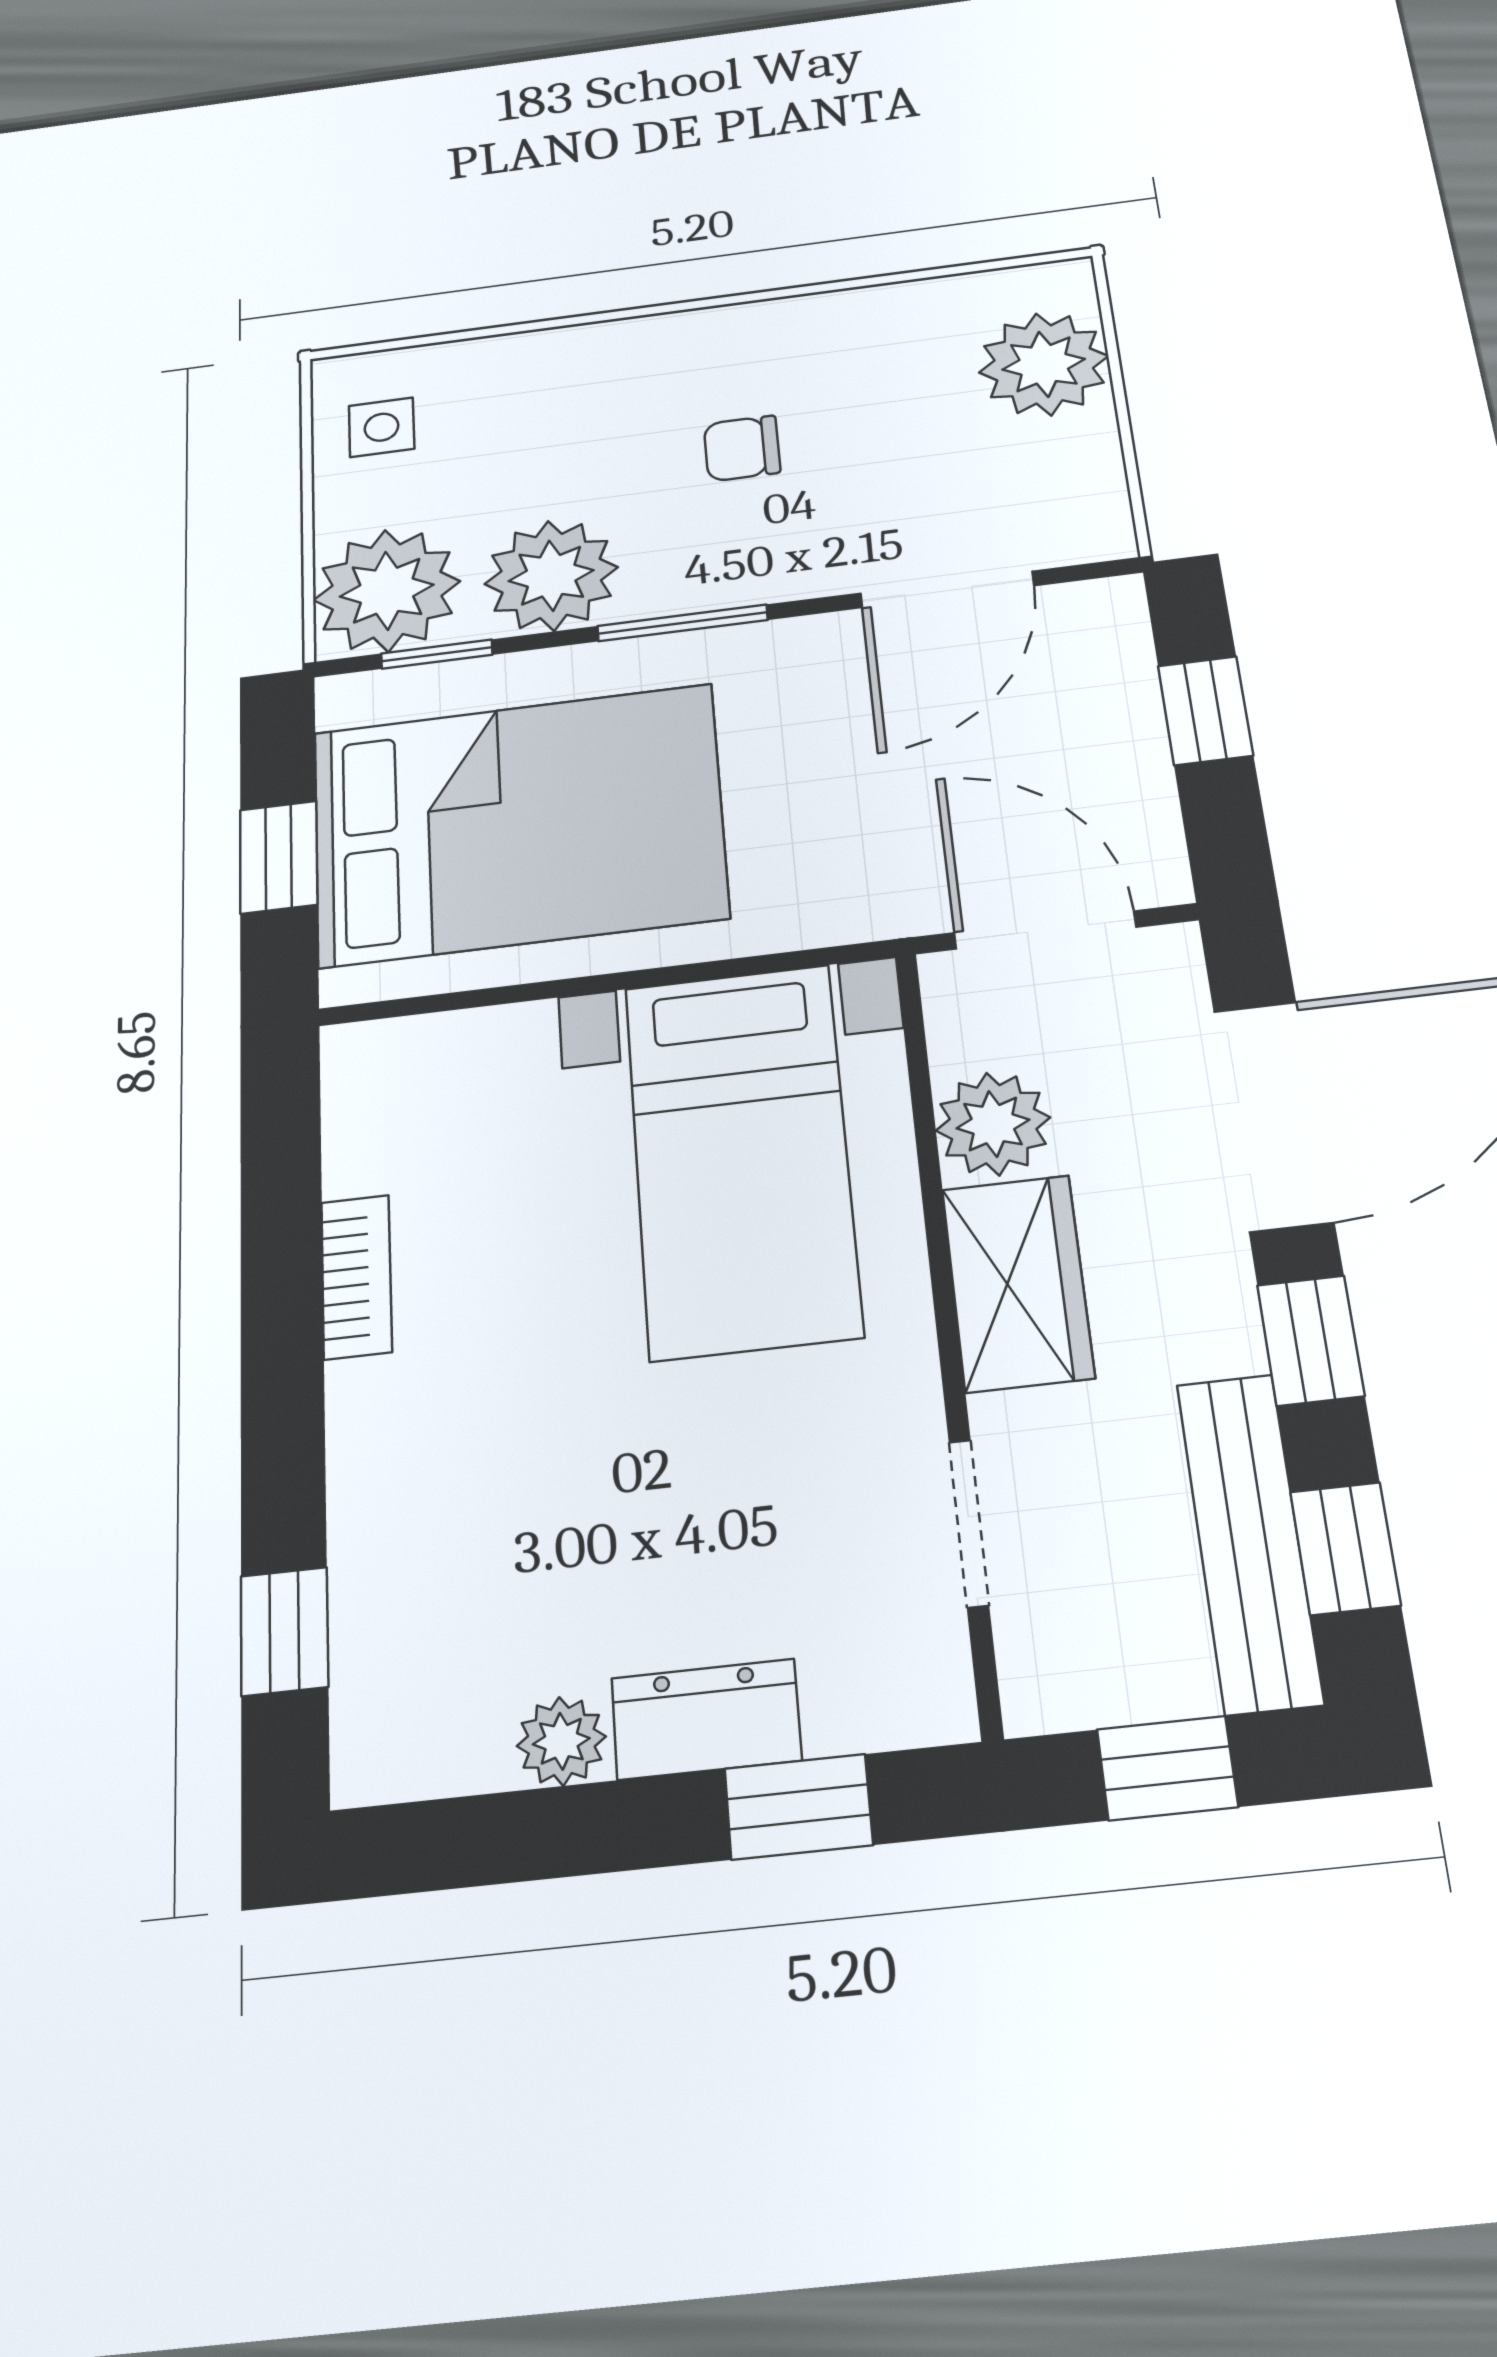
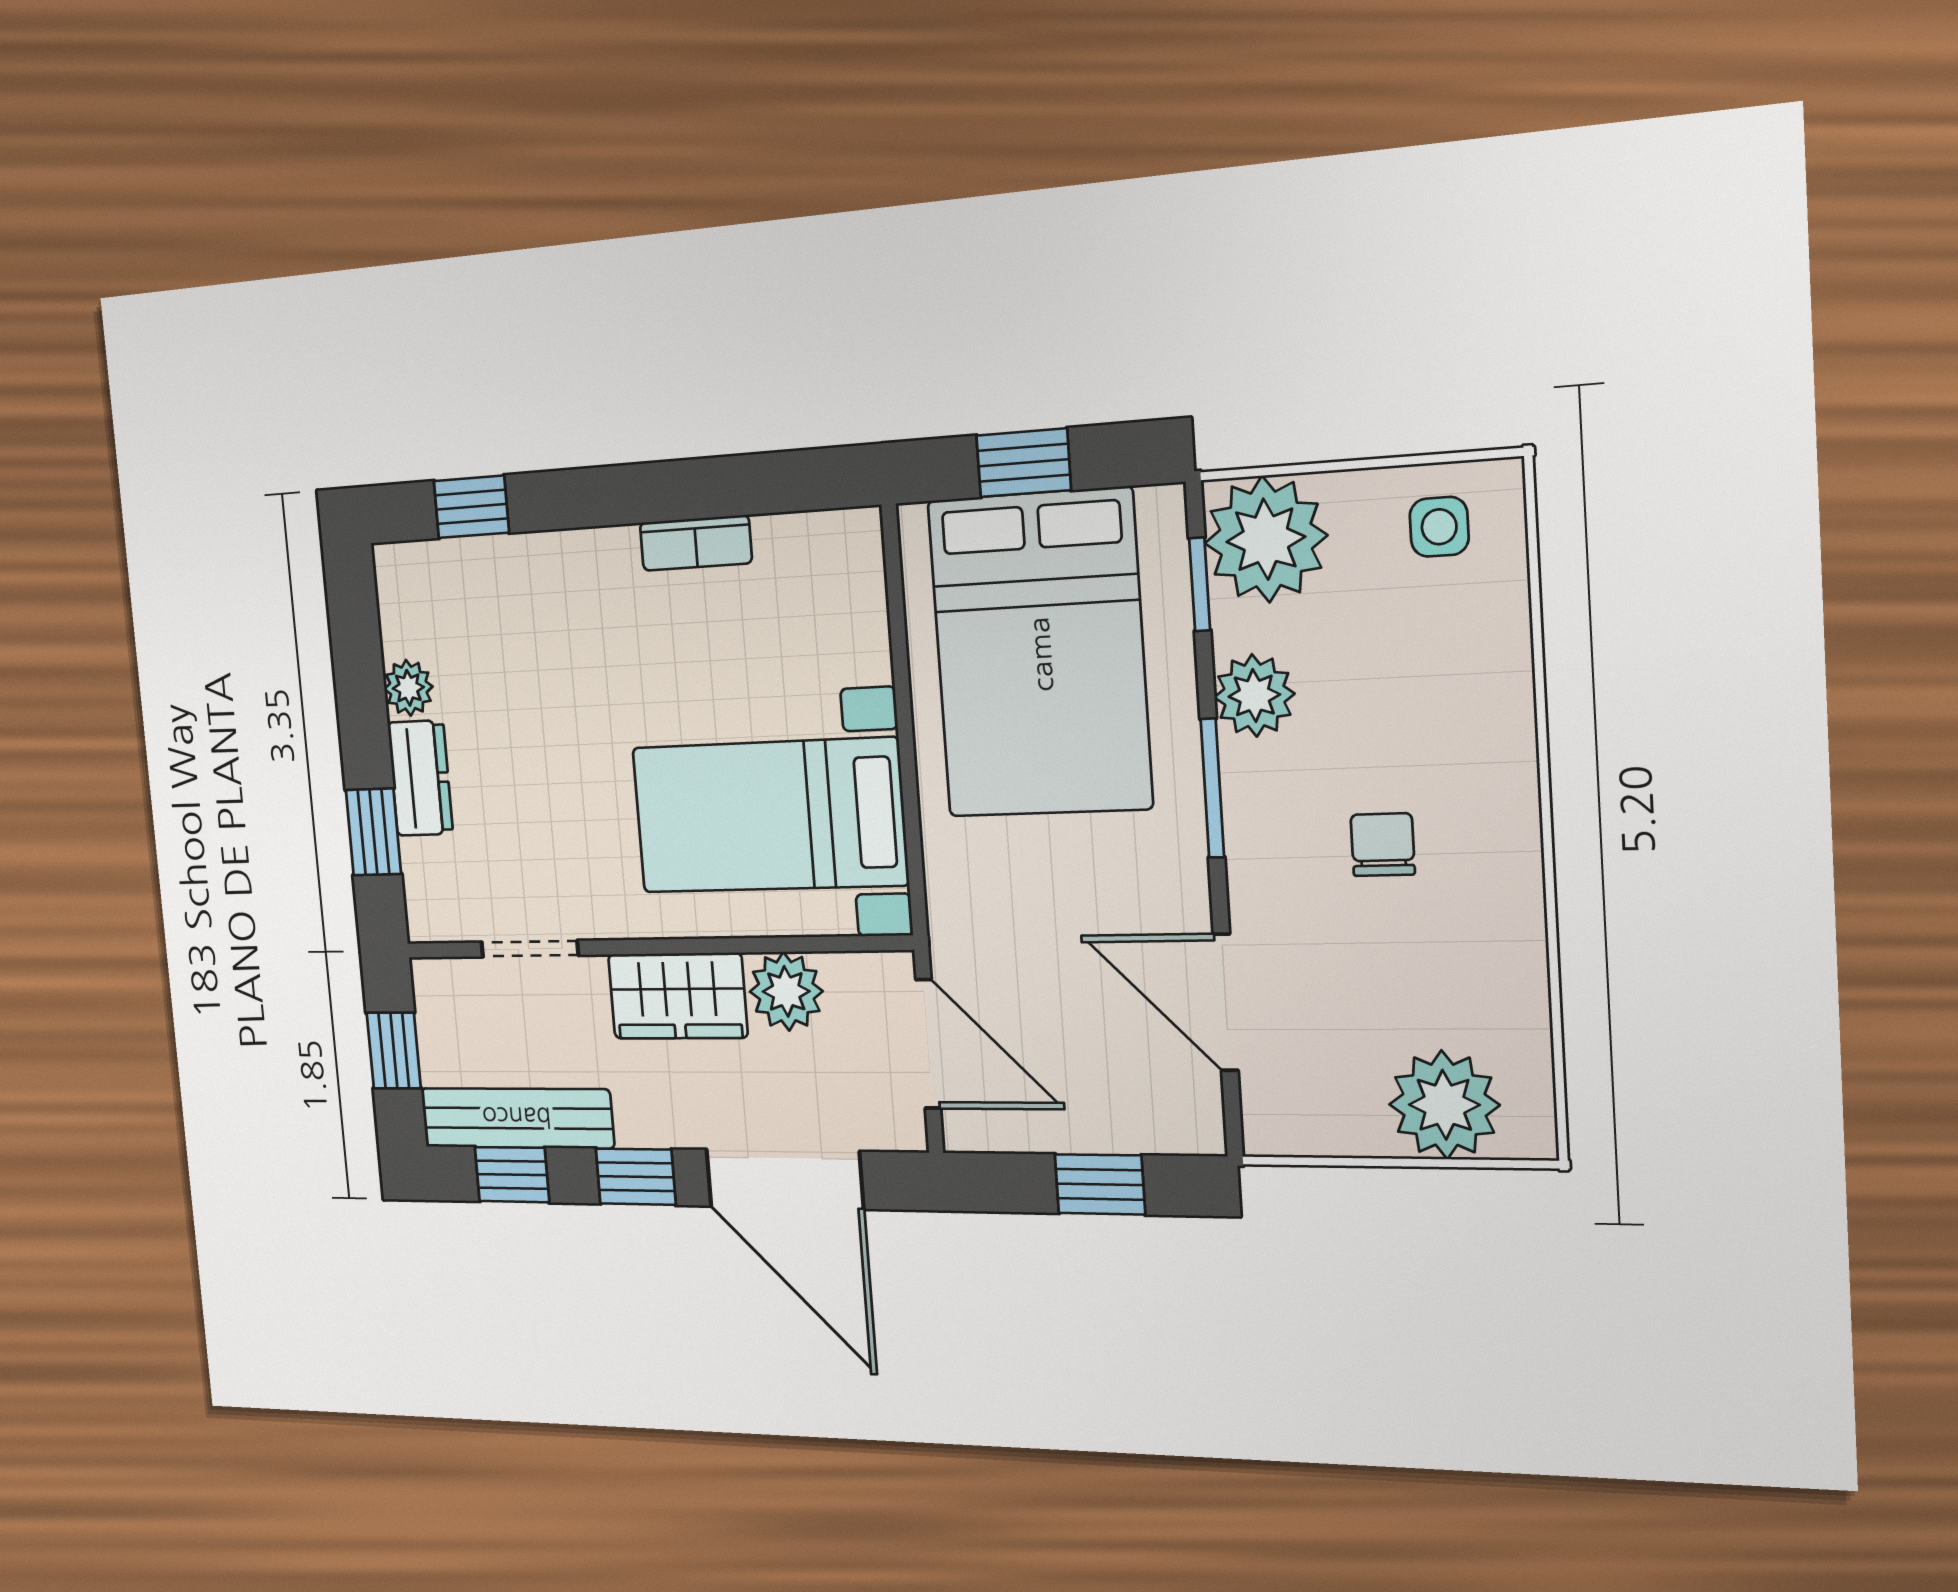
plant: (551, 576) -> (1254, 695), width x0.73, depth x0.73
door: (1045, 930) -> (928, 1044), hinge flipped

